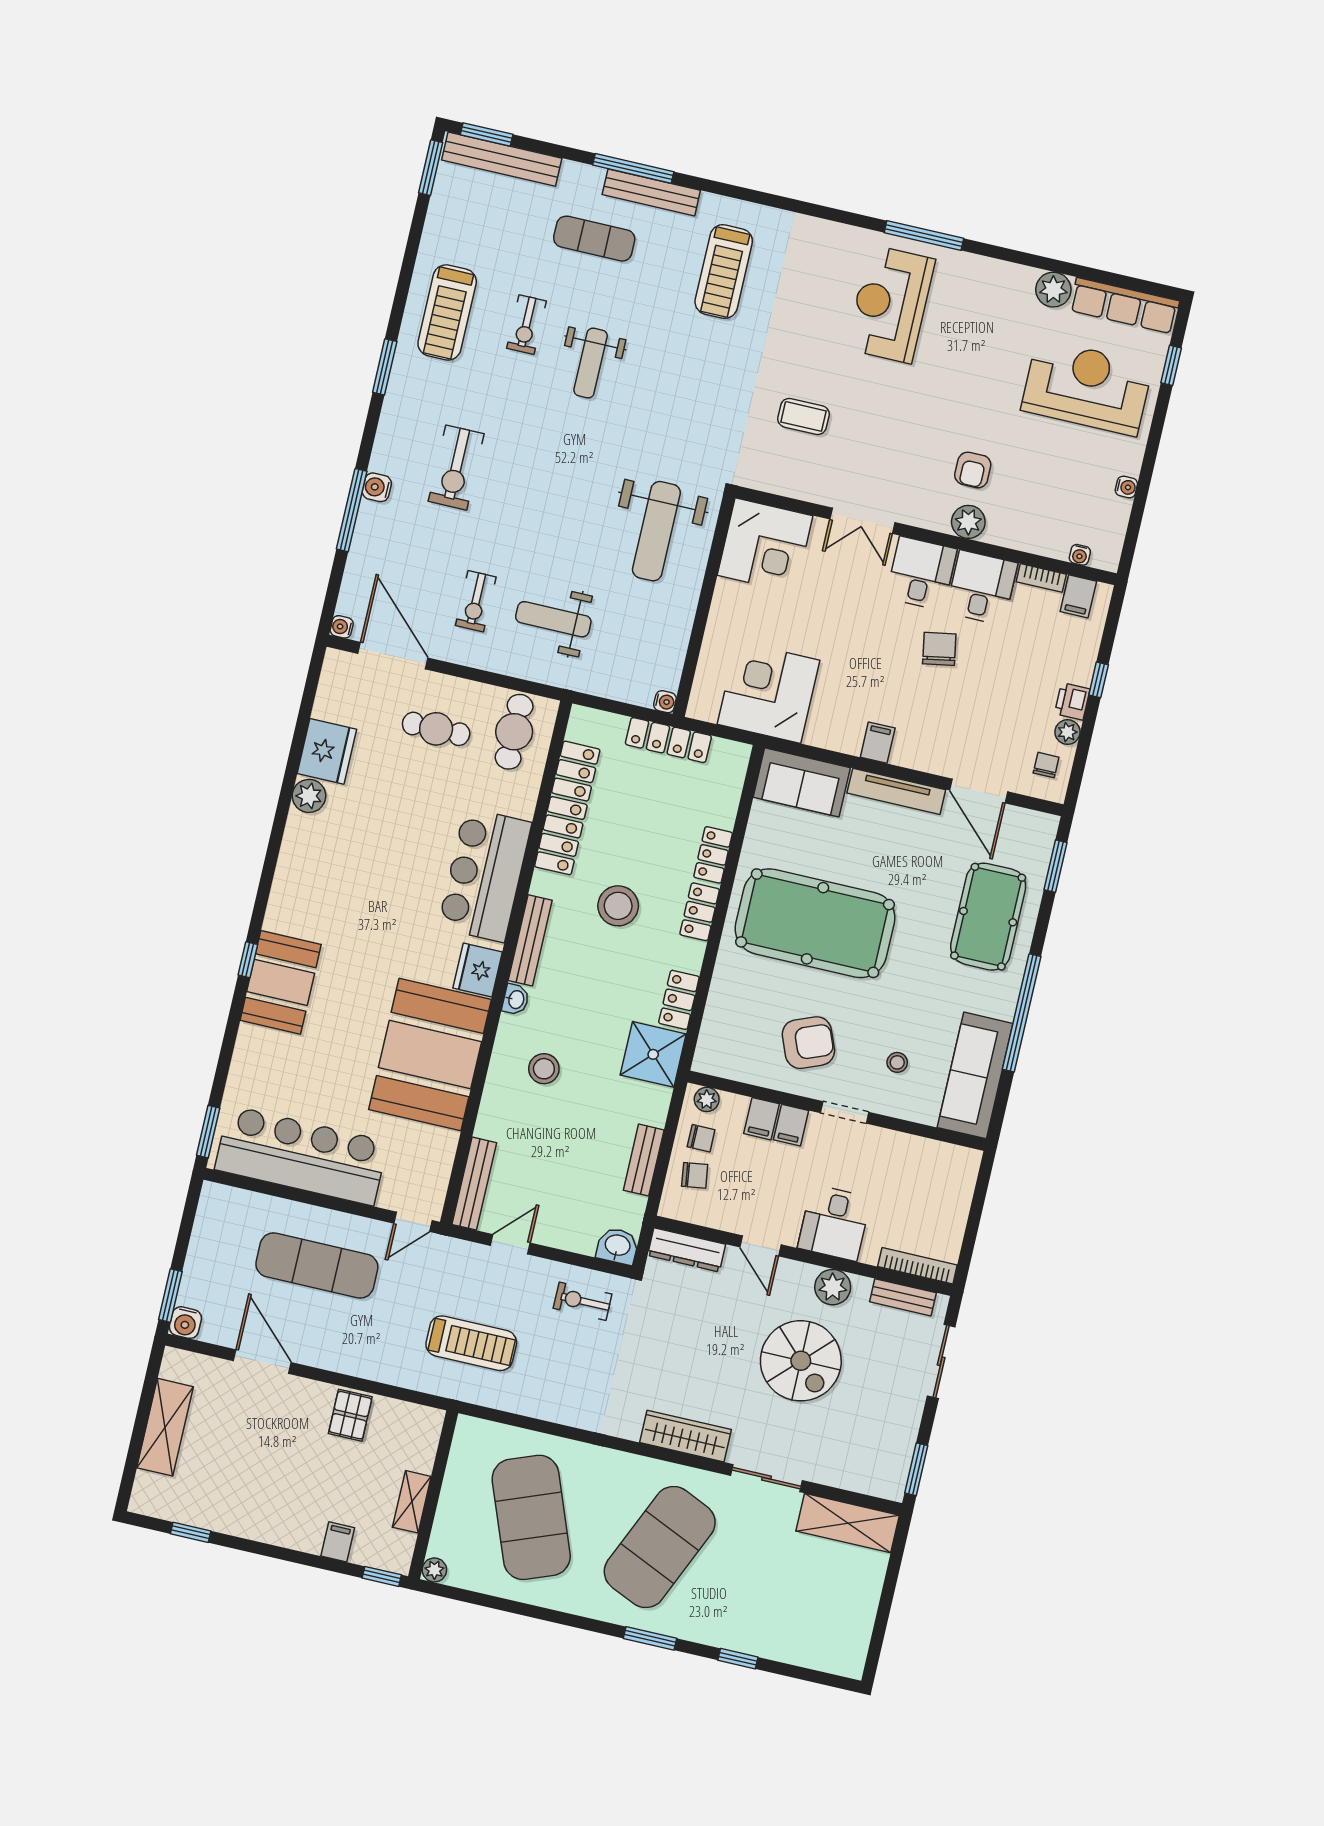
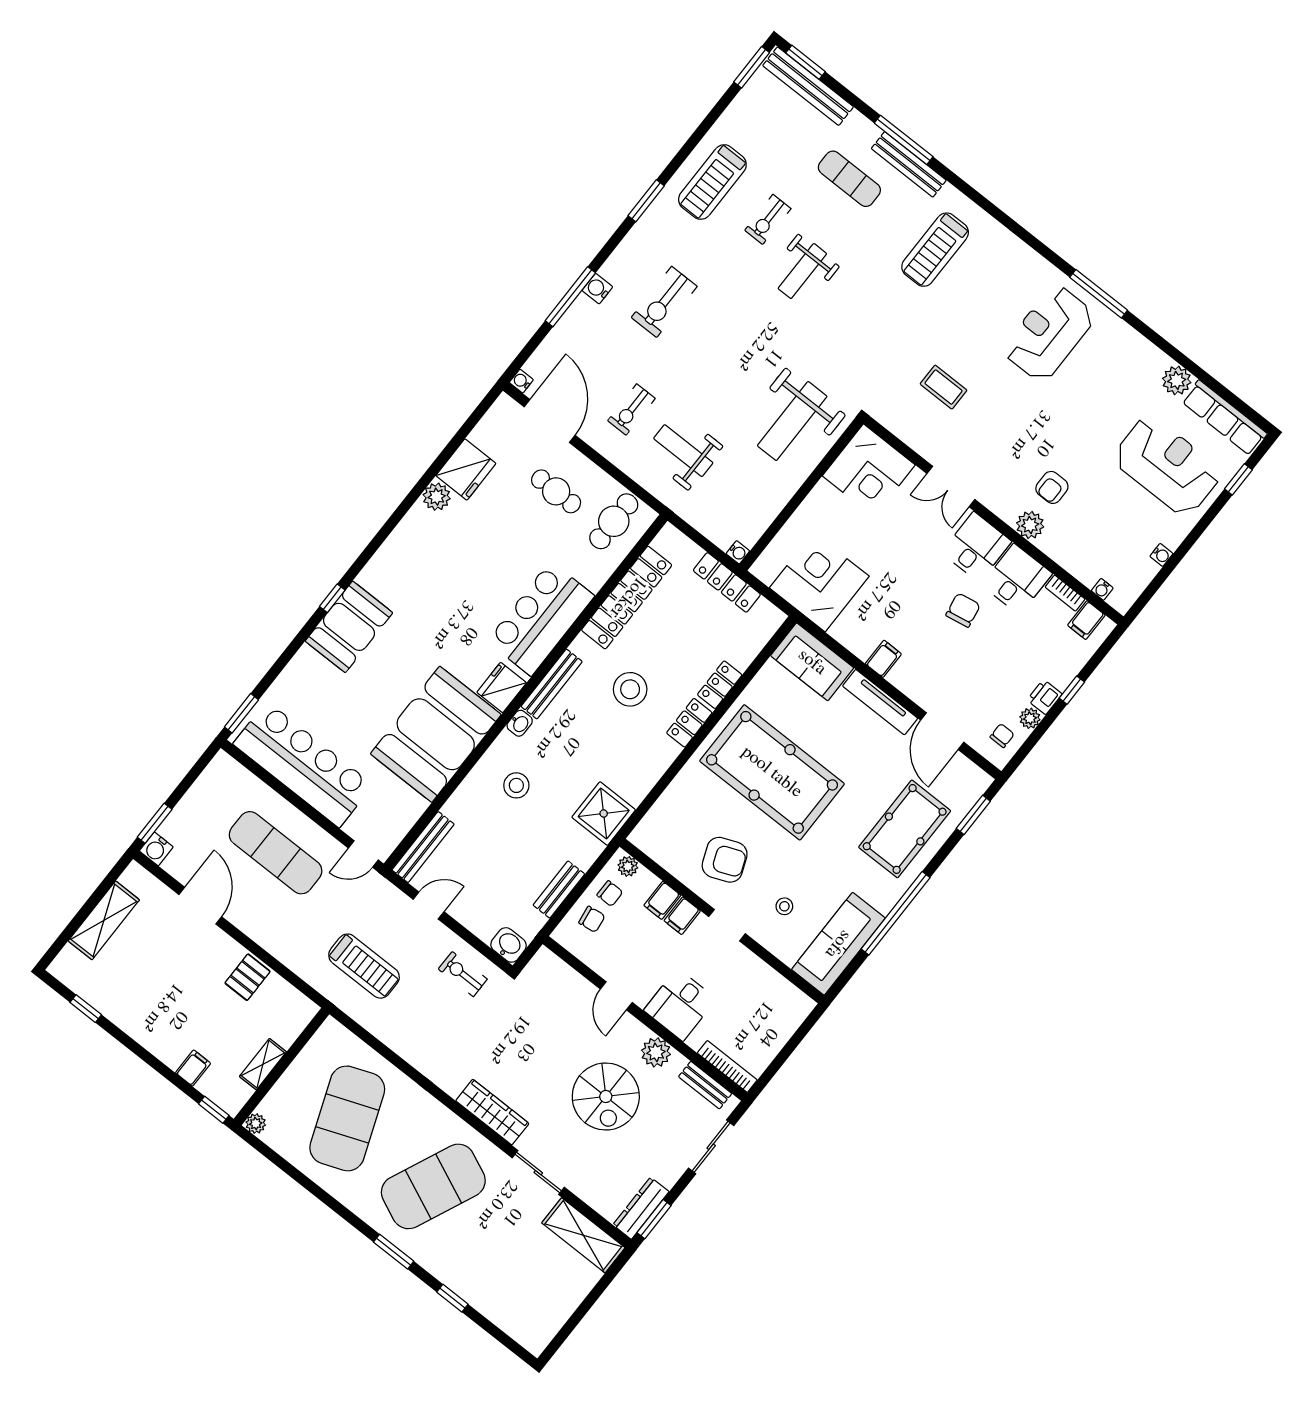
locker: (679, 1000) -> (642, 782), removed
dresser: (687, 1250) -> (641, 1208), moved, turned 90

